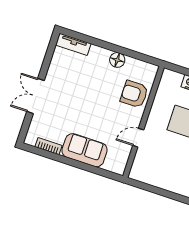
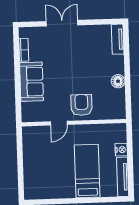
armchair: (134, 94) -> (81, 105), moved
door: (138, 138) -> (59, 123), swing flipped

